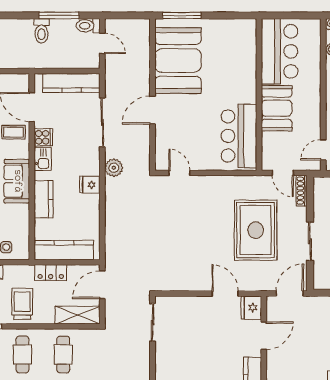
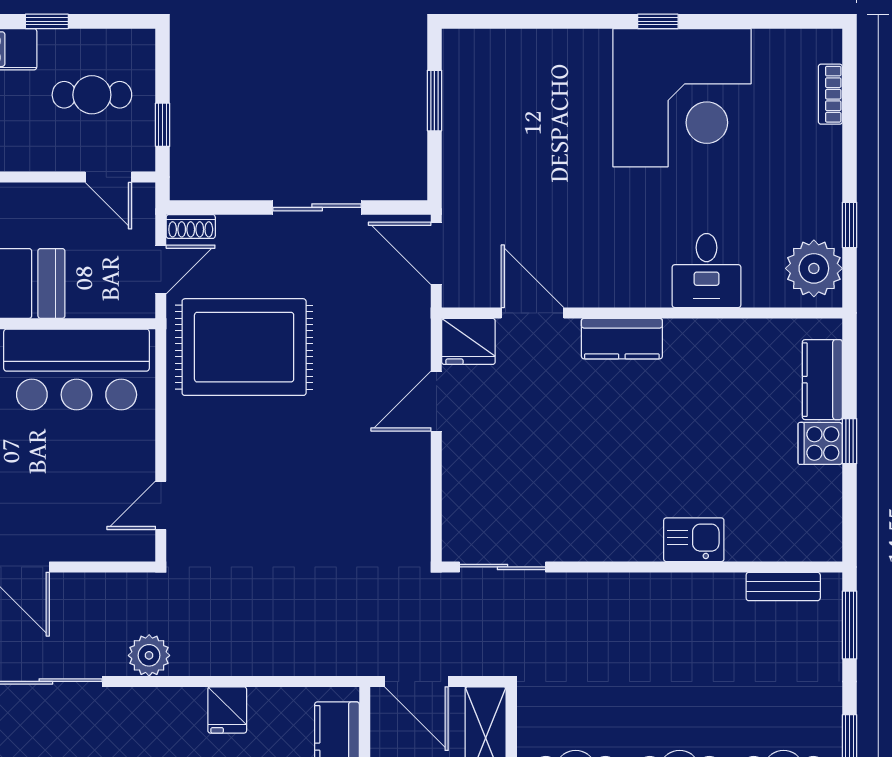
fridge: (90, 185) -> (227, 710), moved
shoe rack: (302, 191) -> (191, 227), width x0.70
rug: (256, 230) -> (244, 347), moved

